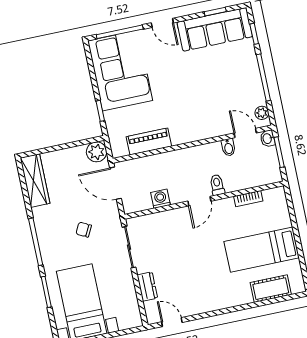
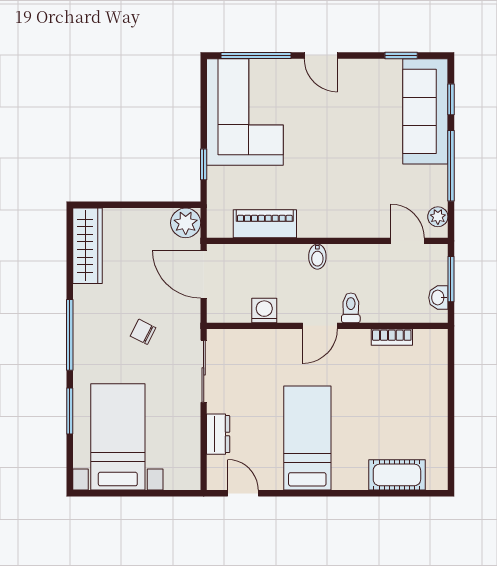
sofa: (215, 29) -> (425, 111), moved, turned 90
washbasin: (268, 139) -> (438, 298), moved
bidet: (228, 147) -> (317, 257), moved
bed: (262, 250) -> (307, 438), moved, turned 90

